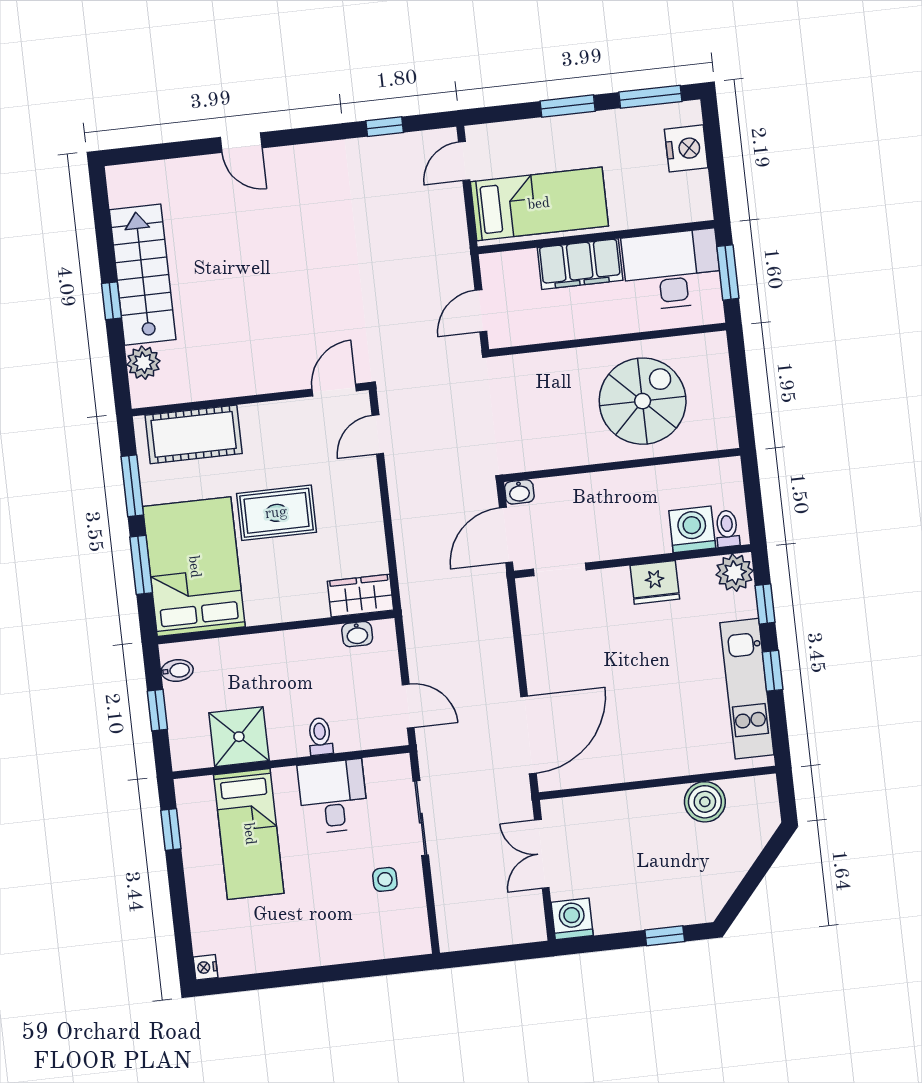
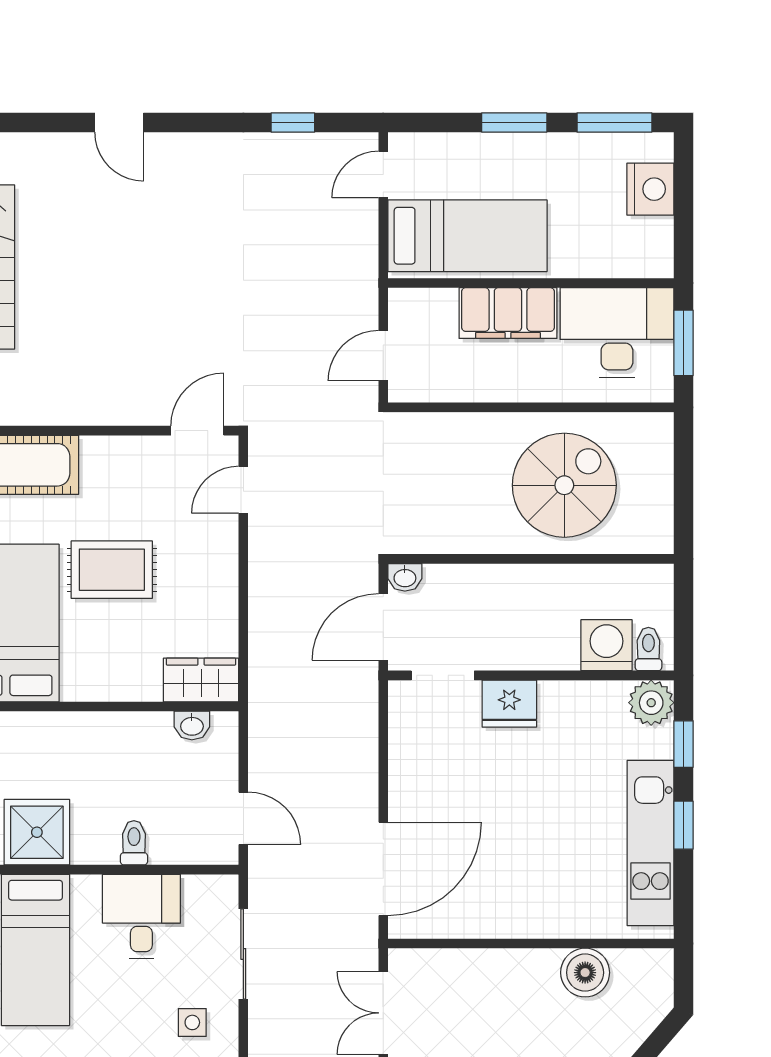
fridge: (655, 582) -> (509, 704), moved

